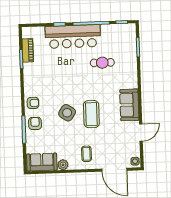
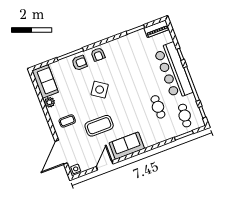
cafe table: (119, 40) -> (185, 116), added
piano: (28, 50) -> (157, 29), moved
coffee table: (91, 114) -> (99, 126), moved
door: (141, 132) -> (105, 165), swing flipped

